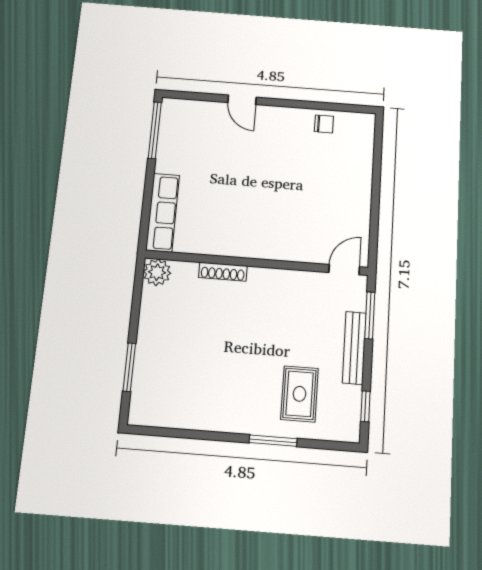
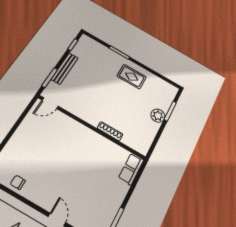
row of seats: (163, 213) -> (131, 169), width x0.68
plant: (157, 272) -> (158, 116), moved
rug: (299, 394) -> (132, 77), moved, turned 90

